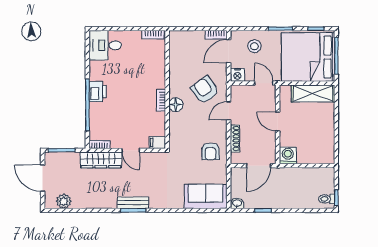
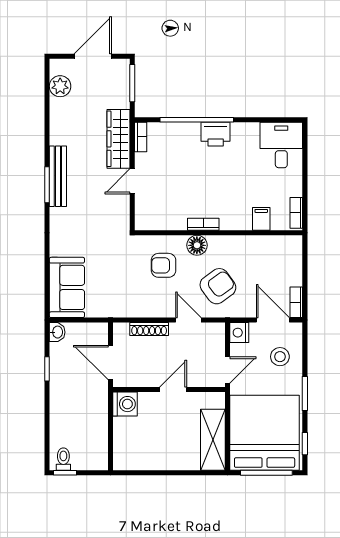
filing cabinet: (157, 143) -> (261, 219), moved
armchair: (211, 151) -> (164, 265), moved
bench: (133, 203) -> (58, 176), width x1.36

